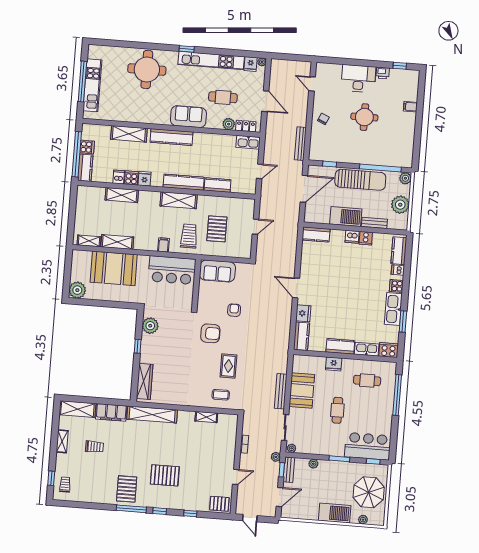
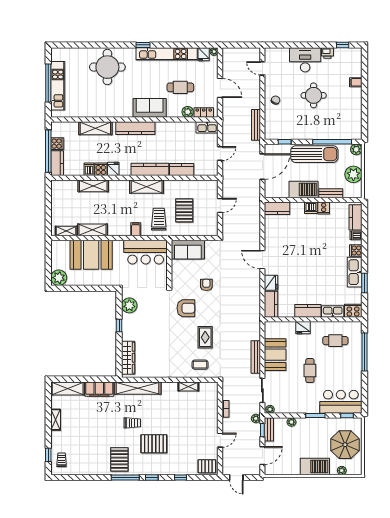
trolley: (94, 447) -> (132, 423), moved

